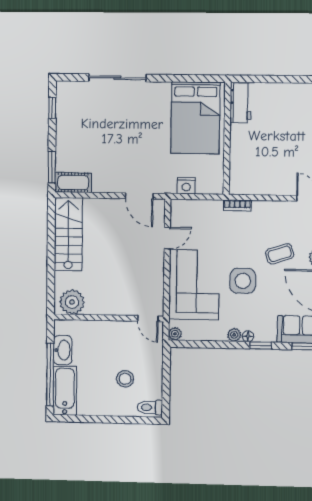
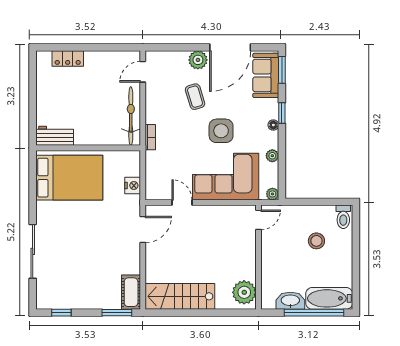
bicycle: (260, 185) -> (131, 116), added
plant: (234, 335) -> (272, 156), moved

